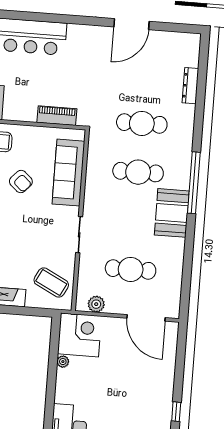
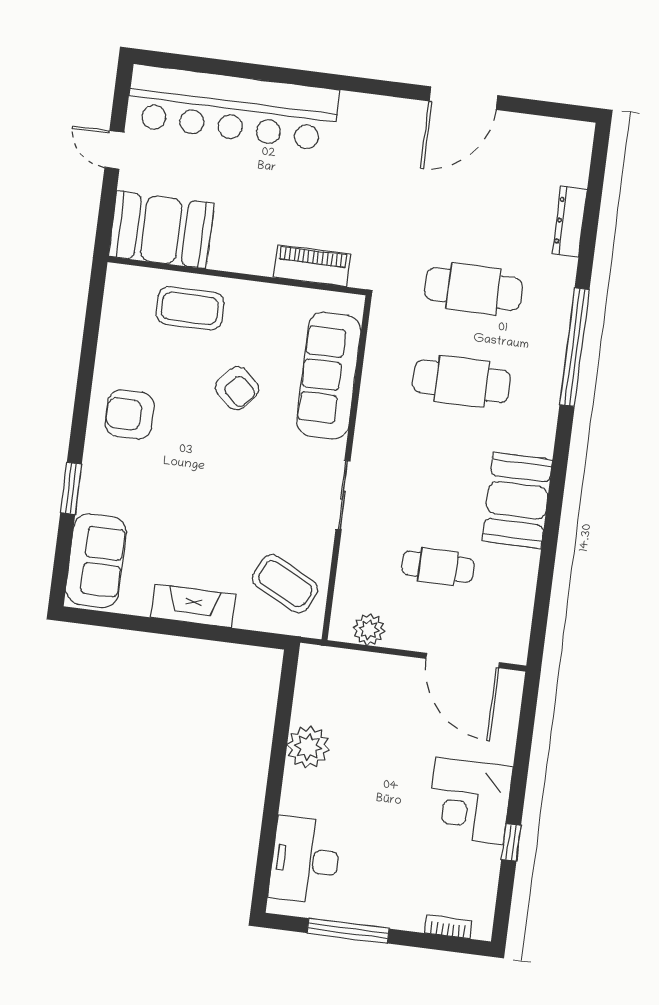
window: (194, 183) -> (575, 347), moved
booth: (172, 213) -> (517, 500), moved
cafe table: (131, 269) -> (438, 567), width x0.73, depth x0.74
corner desk: (79, 335) -> (469, 801), moved, turned 180
plant: (63, 362) -> (308, 747), width x1.88, depth x1.88

